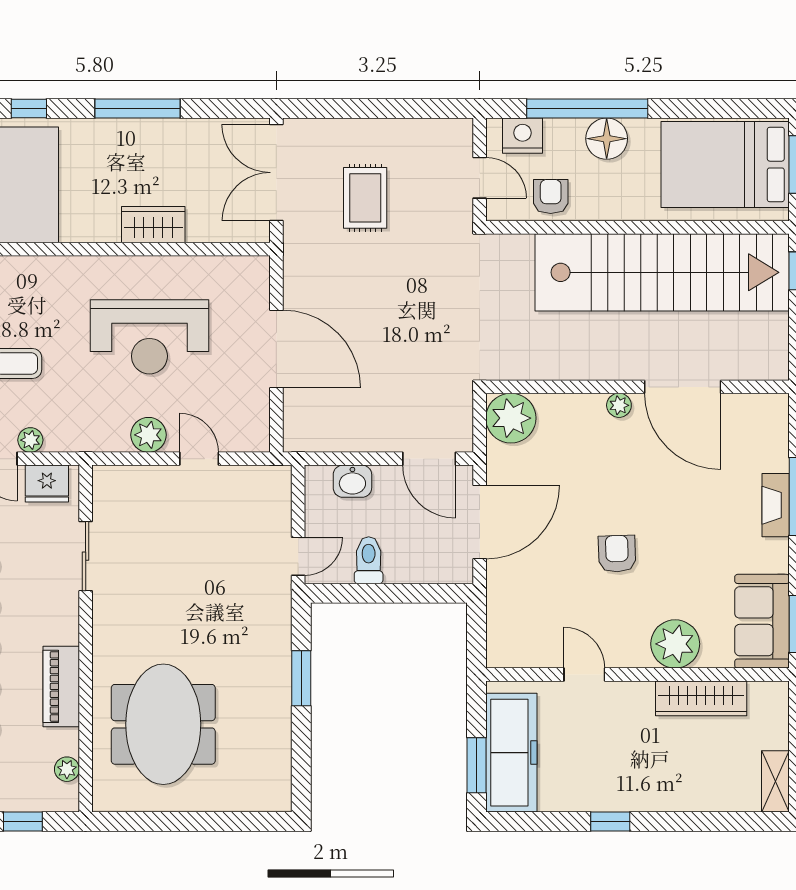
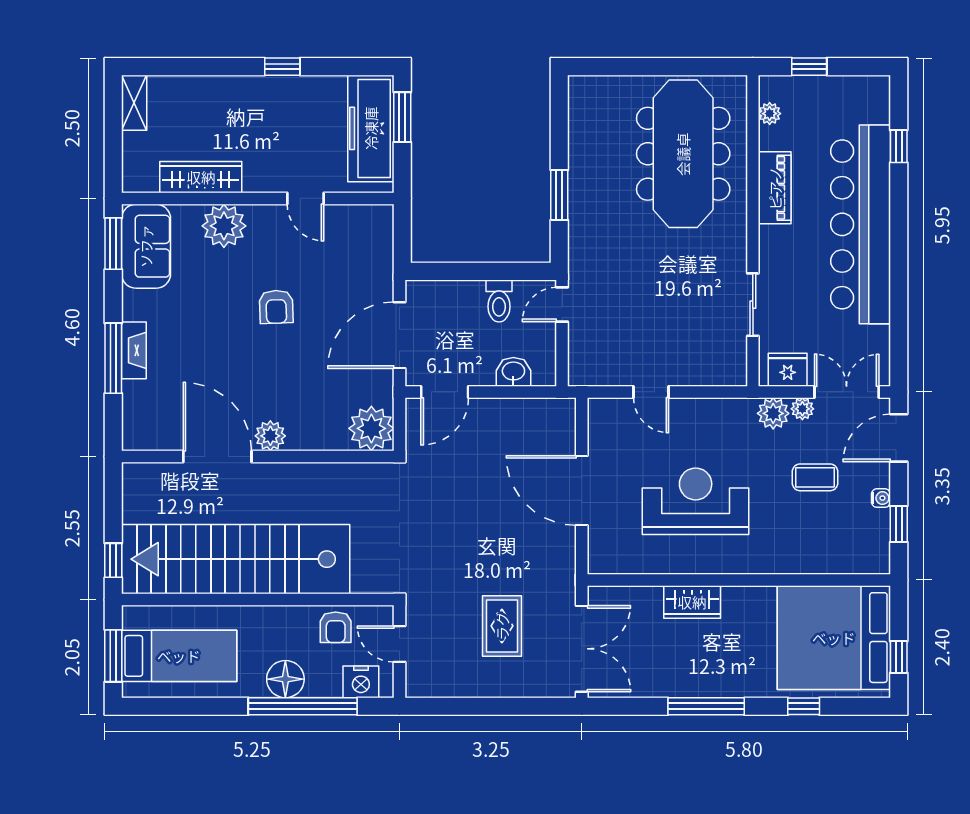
bed: (725, 165) -> (179, 656), width x0.67
plant: (619, 405) -> (270, 436), width x1.38, depth x1.38
plant: (149, 435) -> (773, 413), moved
door: (429, 459) -> (445, 392), swing flipped
meeting table: (163, 724) -> (683, 154), width x1.36

